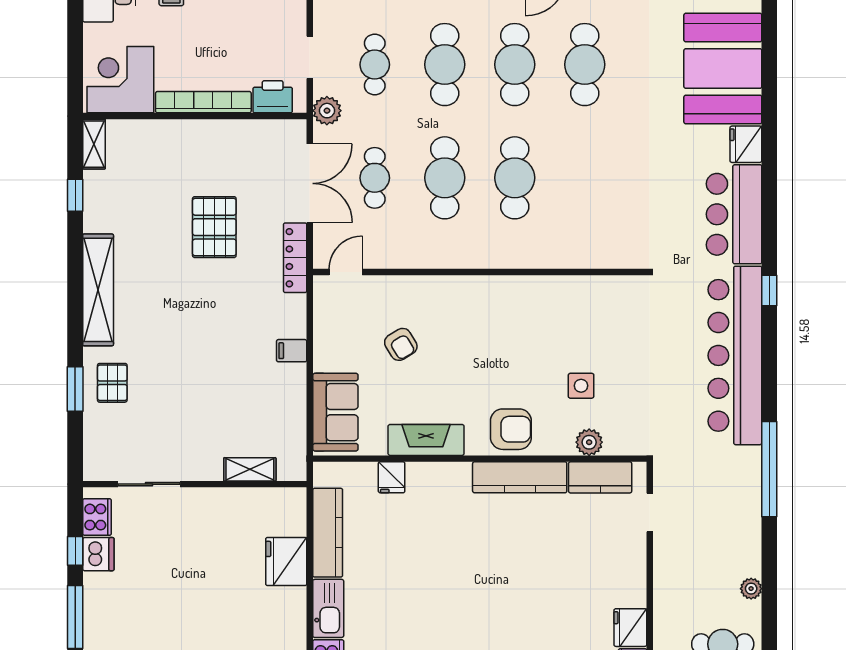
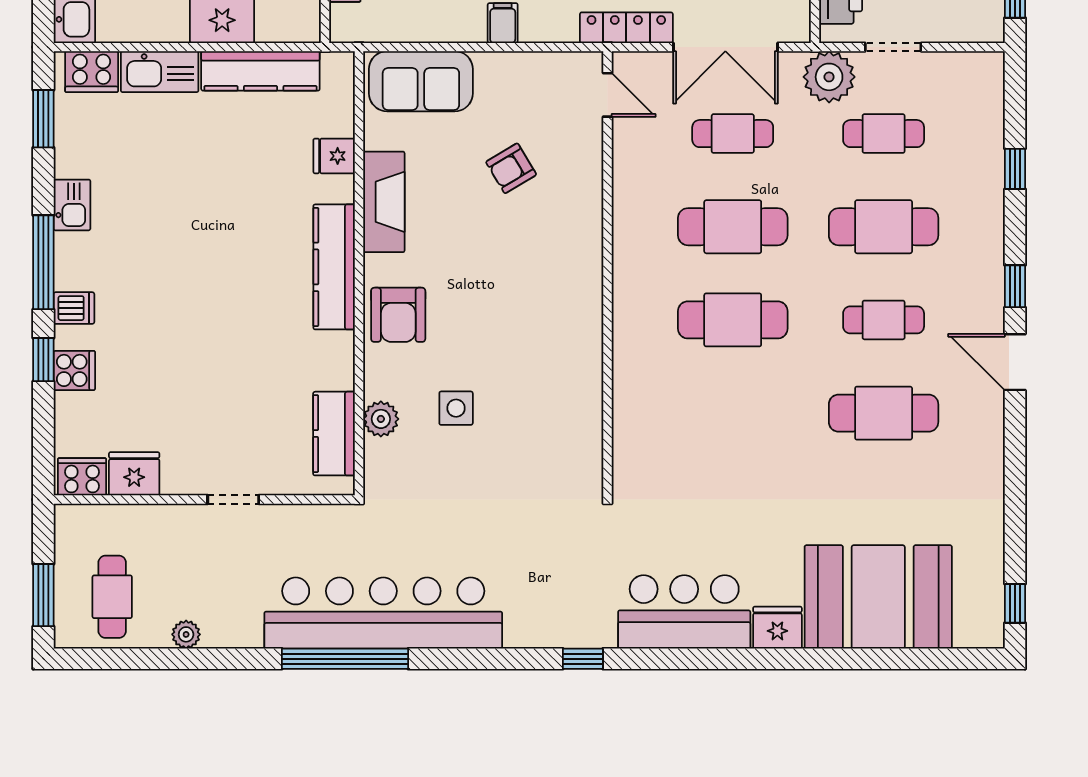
cafe table: (515, 65) -> (884, 320), width x0.73, depth x0.74
plant: (327, 111) -> (829, 77), width x1.36, depth x1.36
bar counter: (735, 355) -> (383, 613), moved
kitchen counter: (520, 477) -> (334, 267), moved
doorway: (650, 513) -> (233, 500), moved

